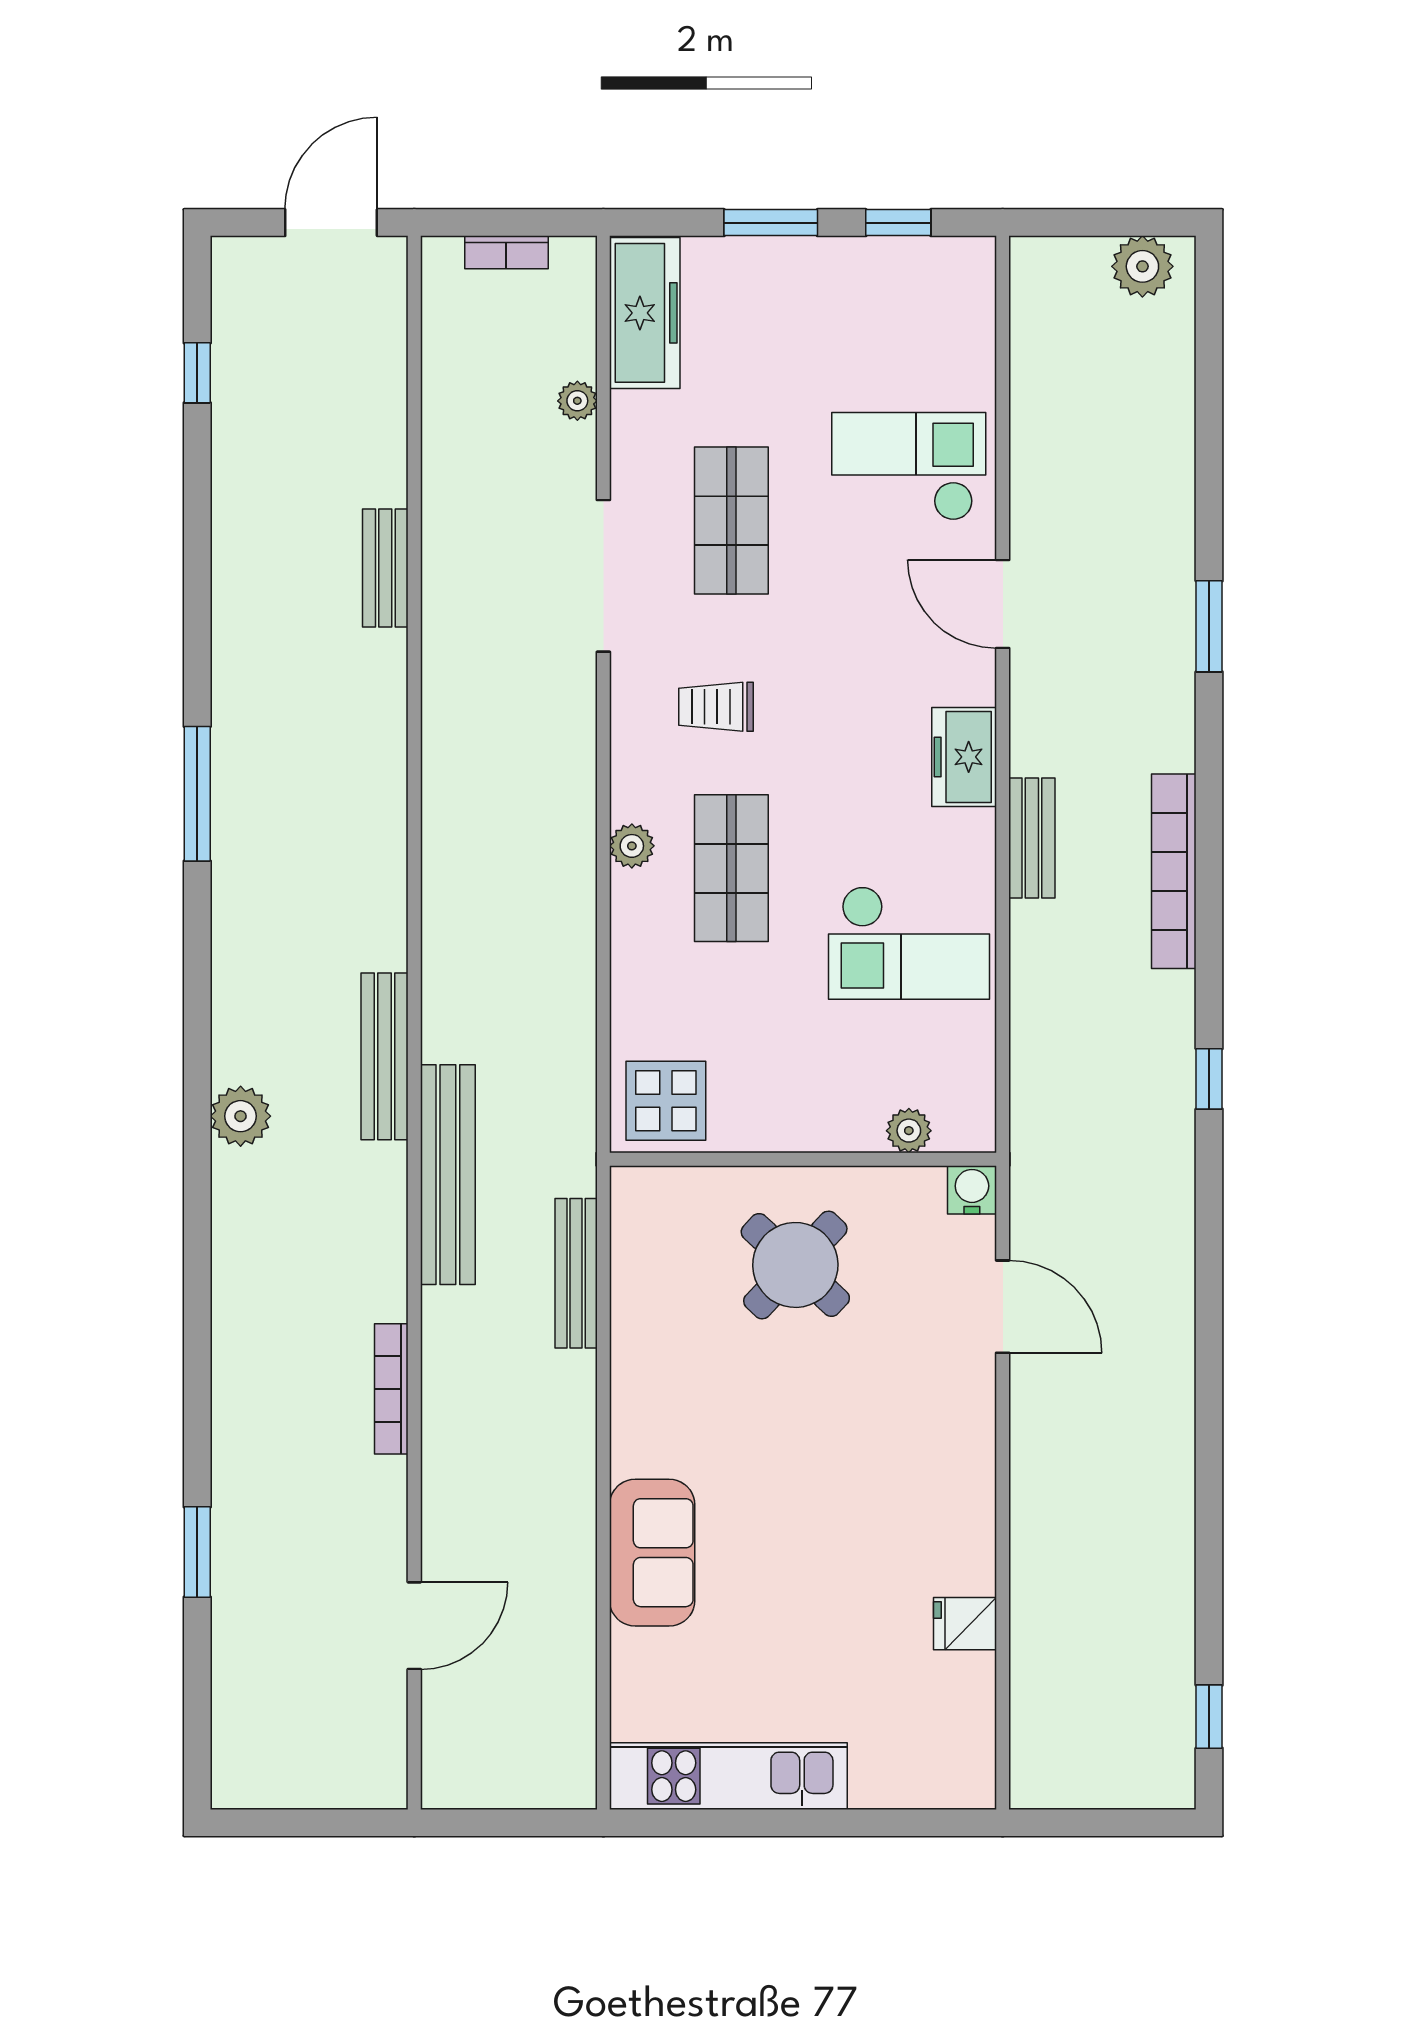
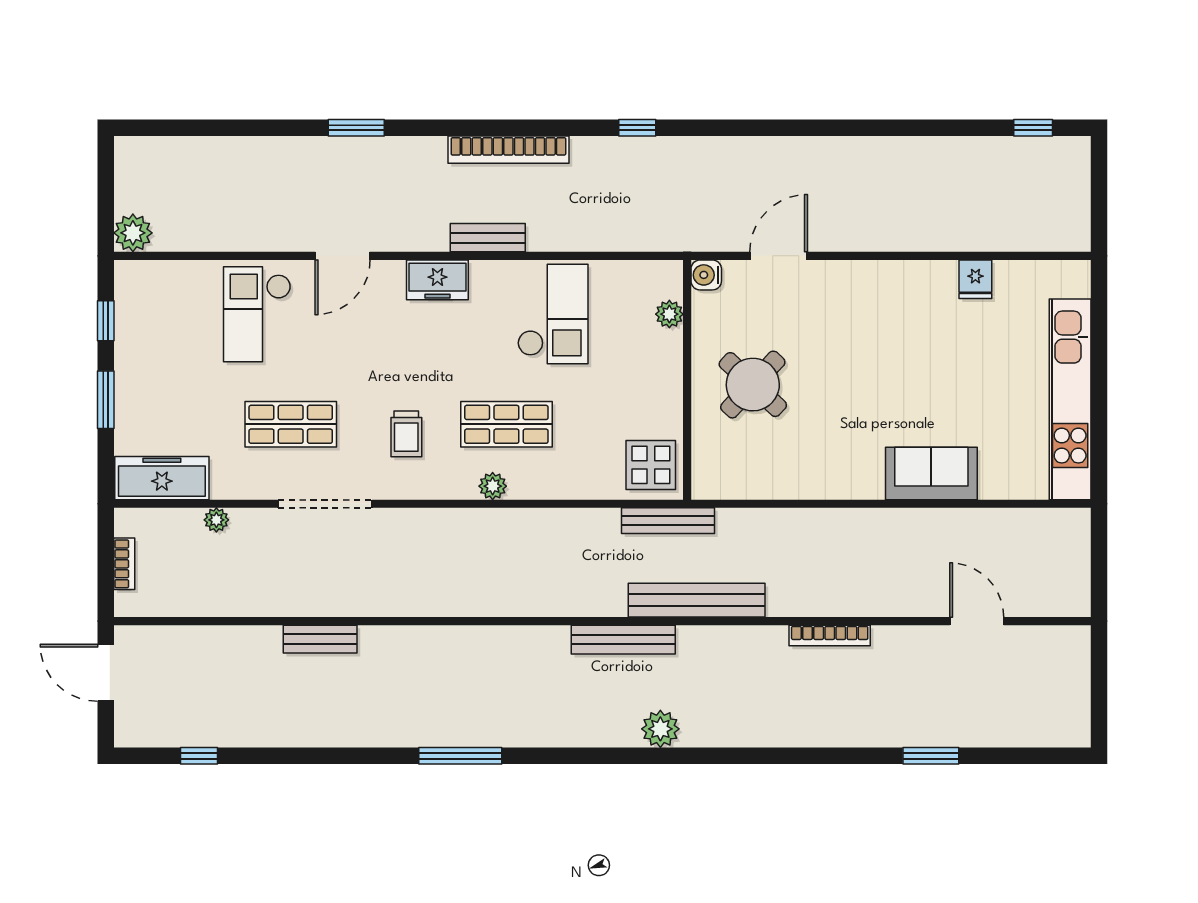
plant: (1142, 266) -> (133, 233), moved
bench: (576, 1273) -> (668, 521), moved
kitchen unit: (728, 1776) -> (1070, 399), width x1.36

